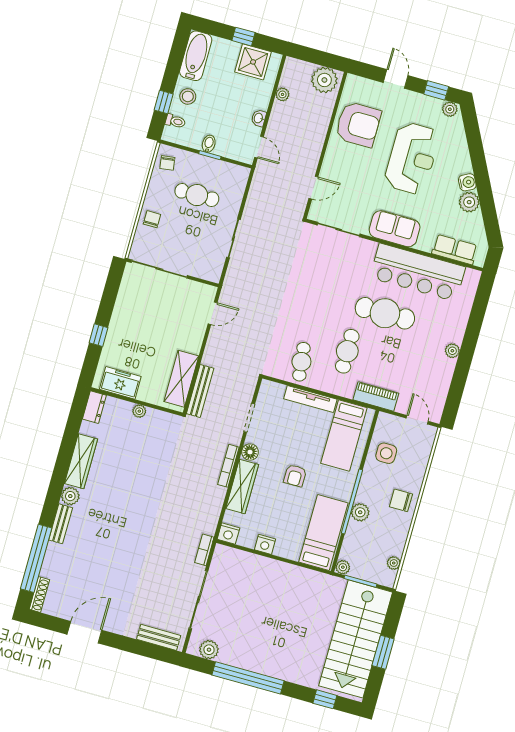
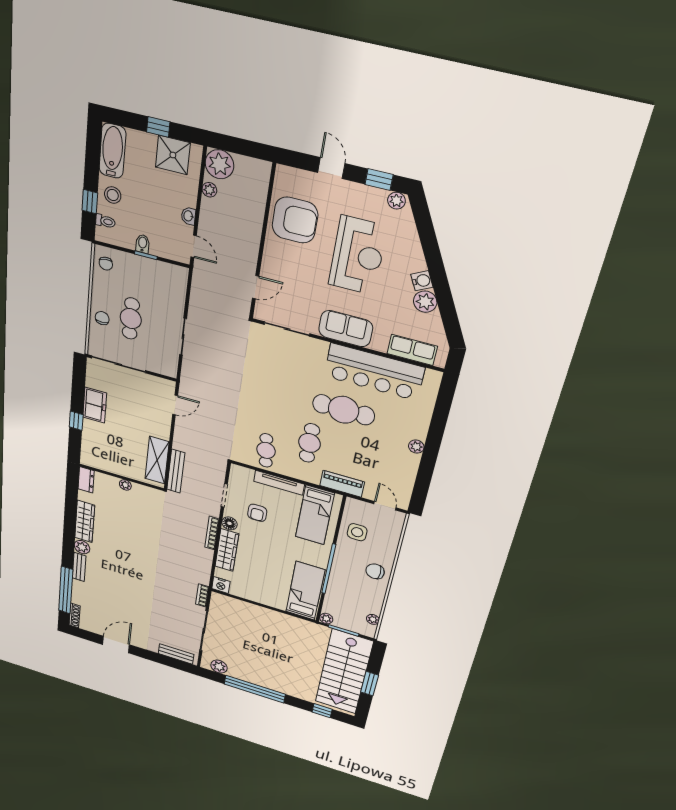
plant: (324, 80) -> (219, 164), moved
cafe table: (197, 195) -> (131, 319), moved, turned 90
freezer: (120, 383) -> (95, 405), moved, turned 90
armchair: (295, 476) -> (257, 513), moved
plant: (360, 512) -> (337, 578), removed
nightstand: (265, 544) -> (254, 596), removed

